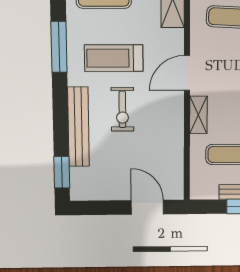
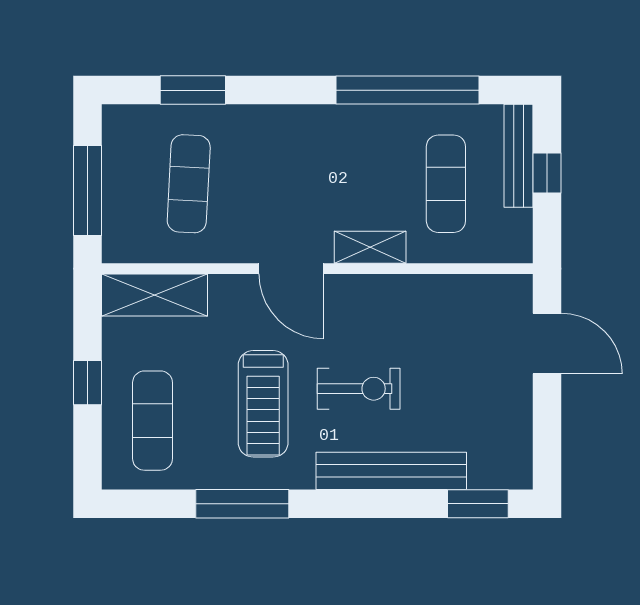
door: (147, 207) -> (547, 343), swing flipped

